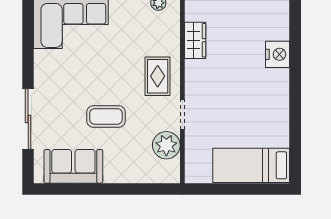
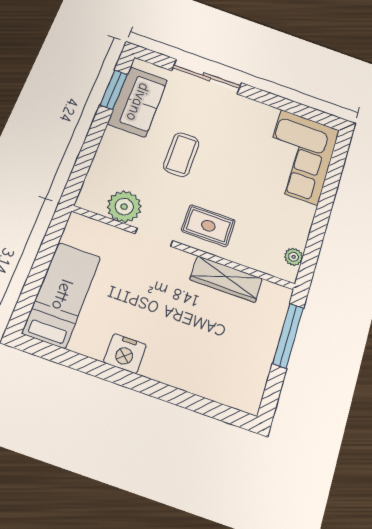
wardrobe: (195, 40) -> (226, 279), width x1.50
nightstand: (278, 54) -> (125, 354), moved
window: (70, 189) -> (114, 90), added

